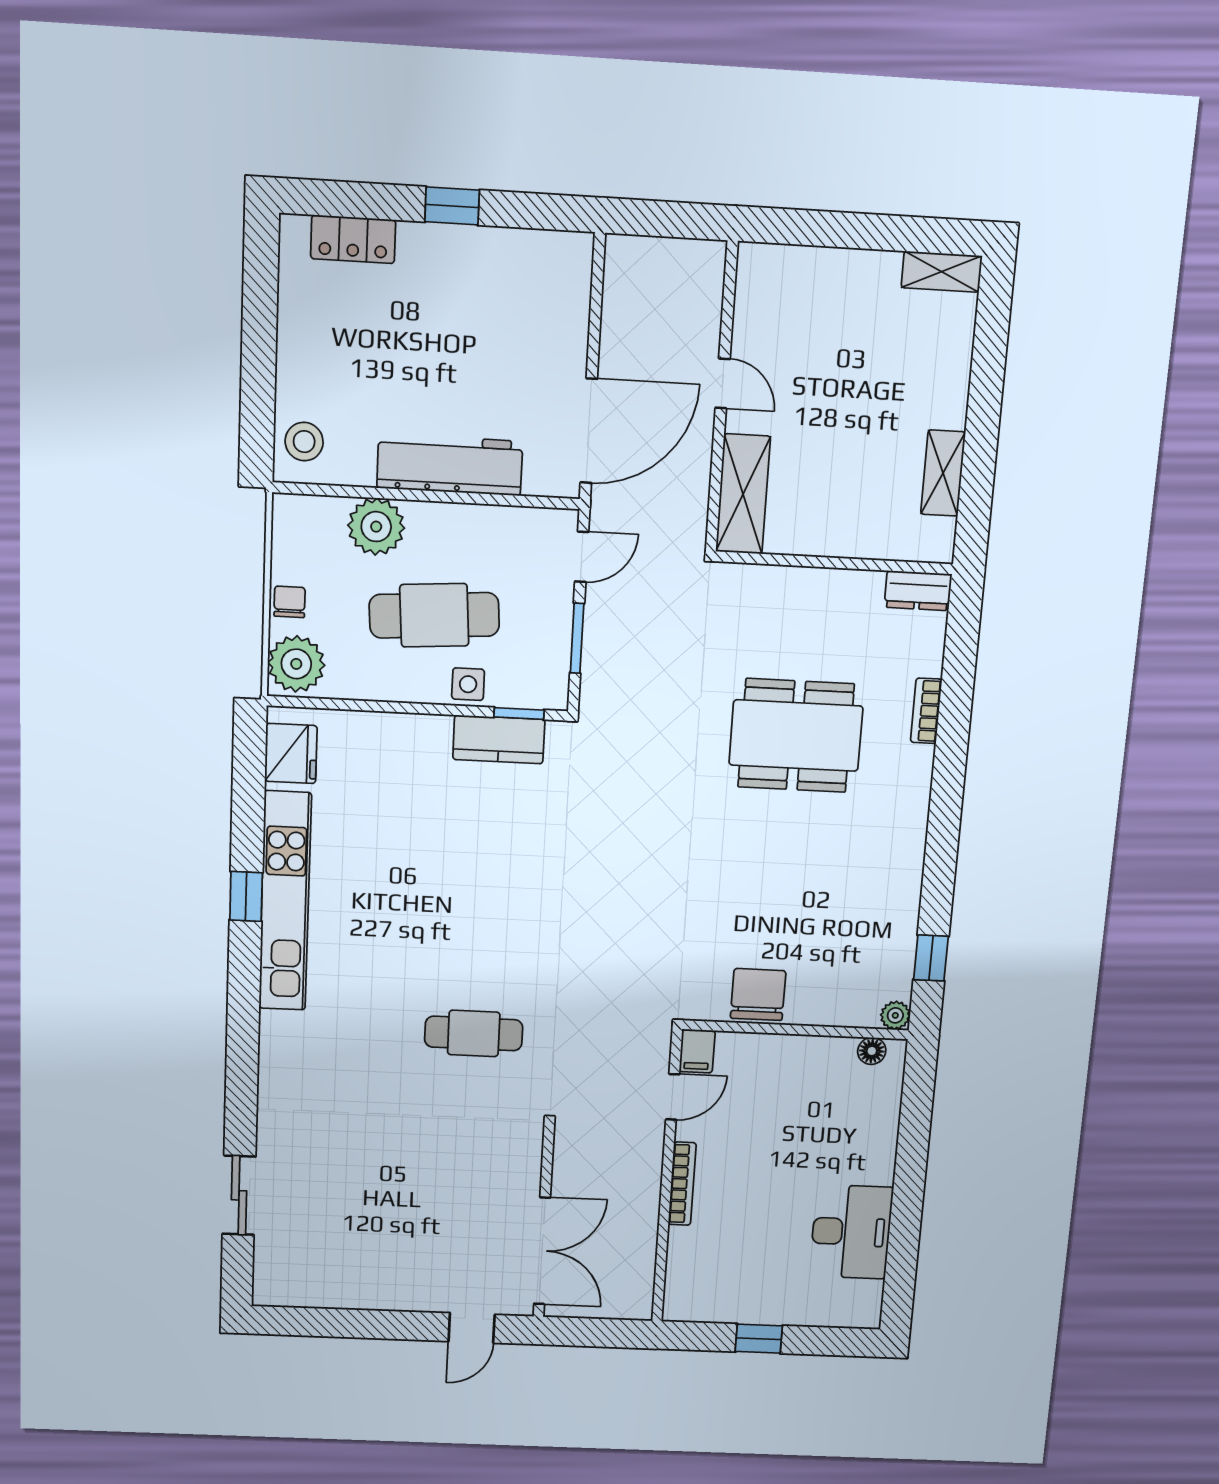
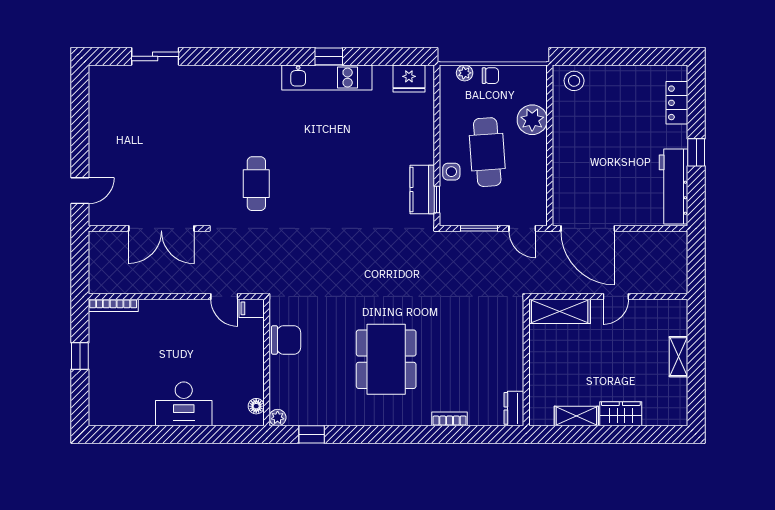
shelving: (942, 272) -> (678, 357), moved
wardrobe: (947, 387) -> (621, 414), added
workbench: (450, 465) -> (674, 186), moved, turned 180
plant: (296, 664) -> (465, 73), width x0.53, depth x0.53
dining table: (796, 736) -> (386, 359), moved
kitchen unit: (285, 901) -> (327, 78), width x0.73
bookcase: (682, 1184) -> (113, 305), moved
desk: (851, 1232) -> (184, 404), moved
double door: (542, 1251) -> (161, 228), moved
door: (472, 1328) -> (80, 191), swing flipped

